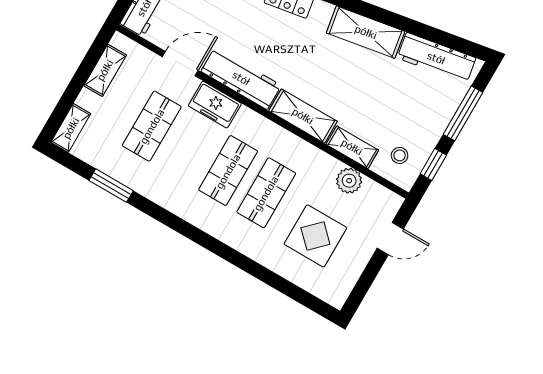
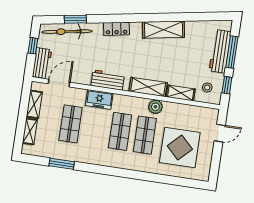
workbench: (436, 58) -> (220, 51), moved, turned 100
door: (180, 64) -> (59, 83), moved
workbench: (241, 78) -> (108, 80), width x0.73
shelving: (71, 128) -> (30, 131), moved
plant: (349, 181) -> (155, 107), moved
display table: (315, 236) -> (180, 147), width x1.36, depth x1.36

